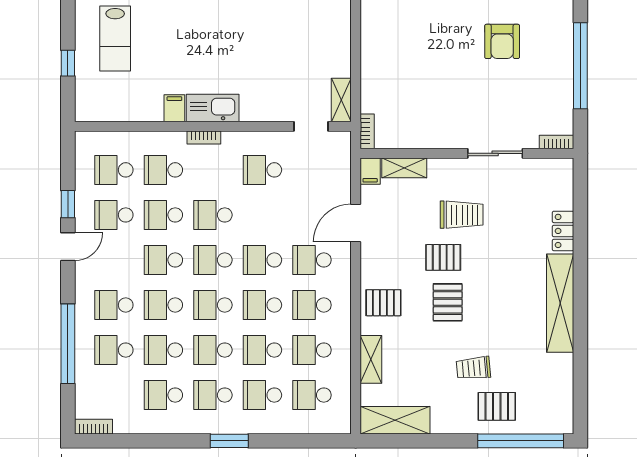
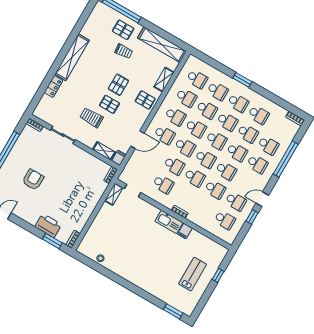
school desk: (163, 170) -> (174, 166), moved
shelving: (395, 420) -> (162, 45), width x1.47

